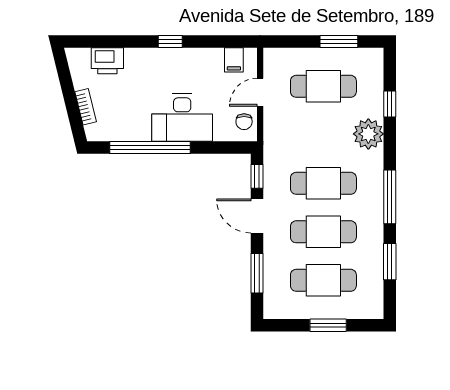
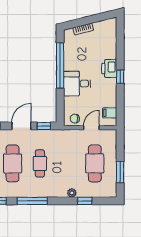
printer: (107, 61) -> (109, 69), moved
door: (260, 92) -> (91, 128), hinge flipped
desk: (182, 118) -> (77, 84), width x0.73
plant: (368, 134) -> (72, 193), width x0.53, depth x0.53
cafe table: (323, 183) -> (40, 163), width x0.73, depth x0.74

